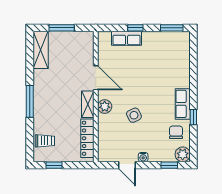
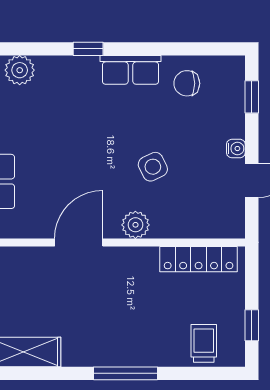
shelving: (88, 104) -> (131, 258), removed
window: (193, 117) -> (88, 49), moved
plant: (183, 154) -> (20, 70), moved

